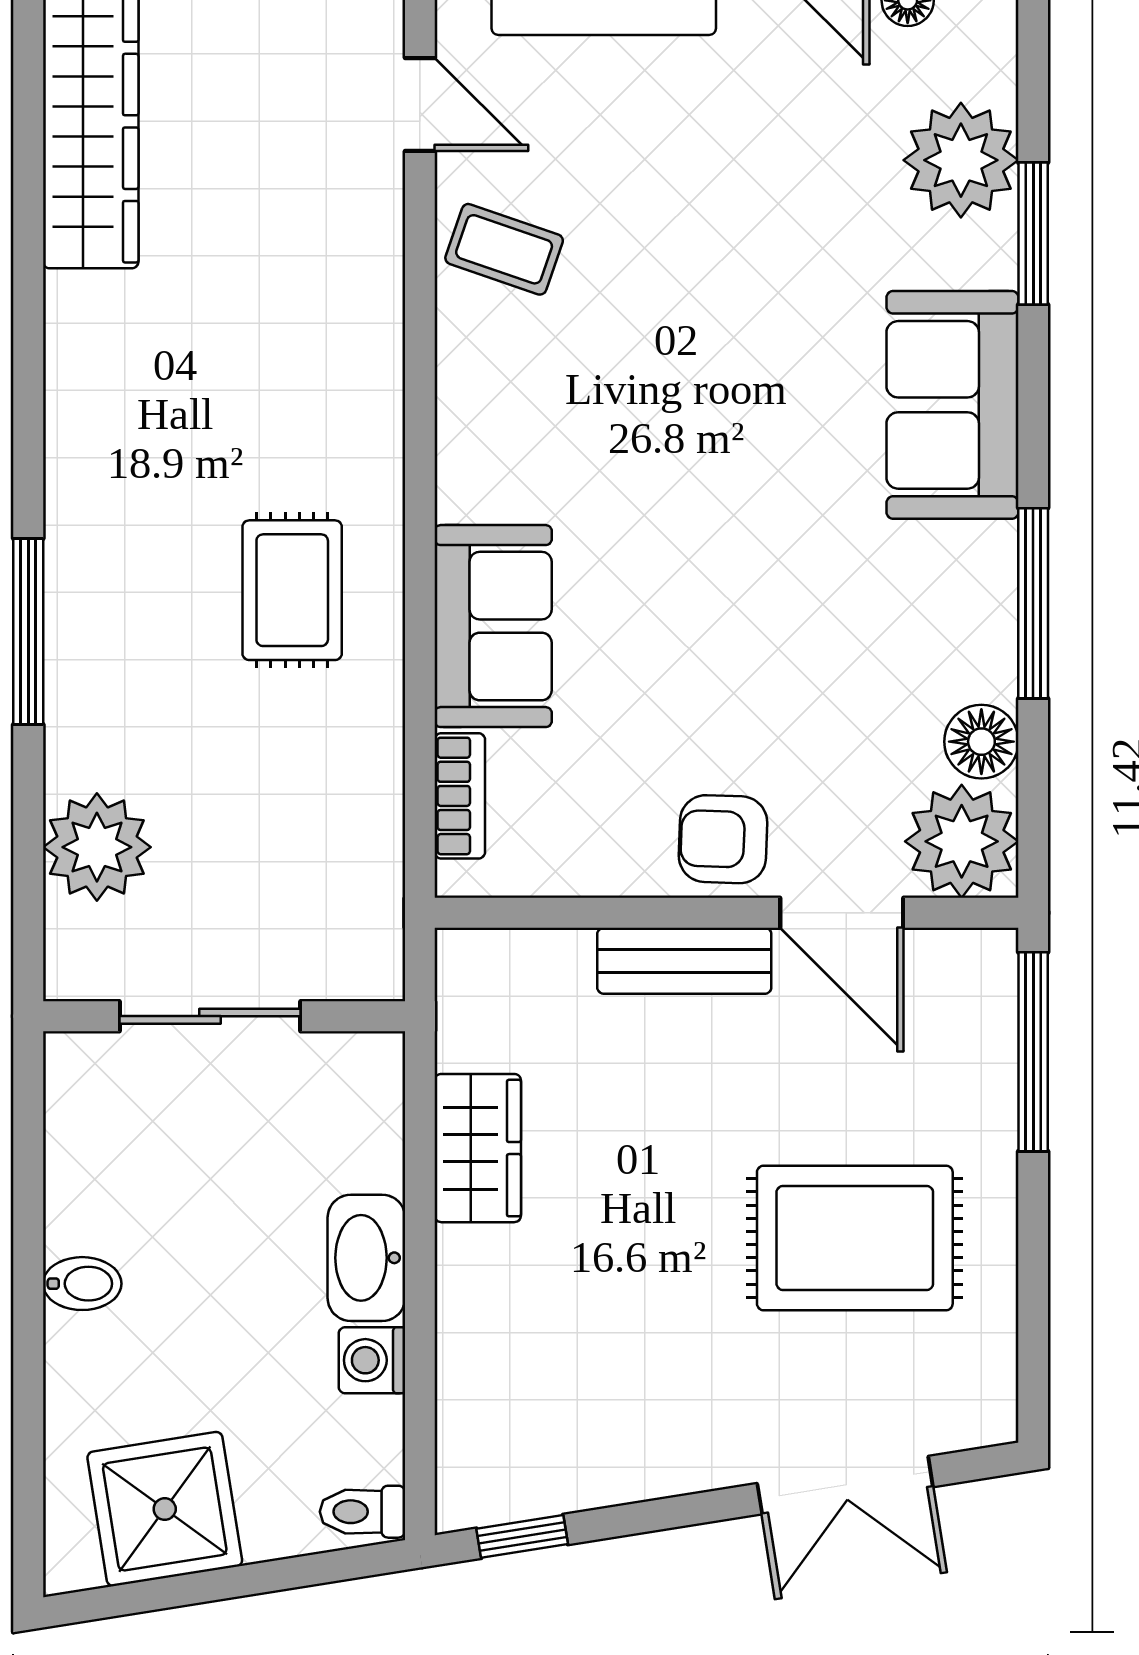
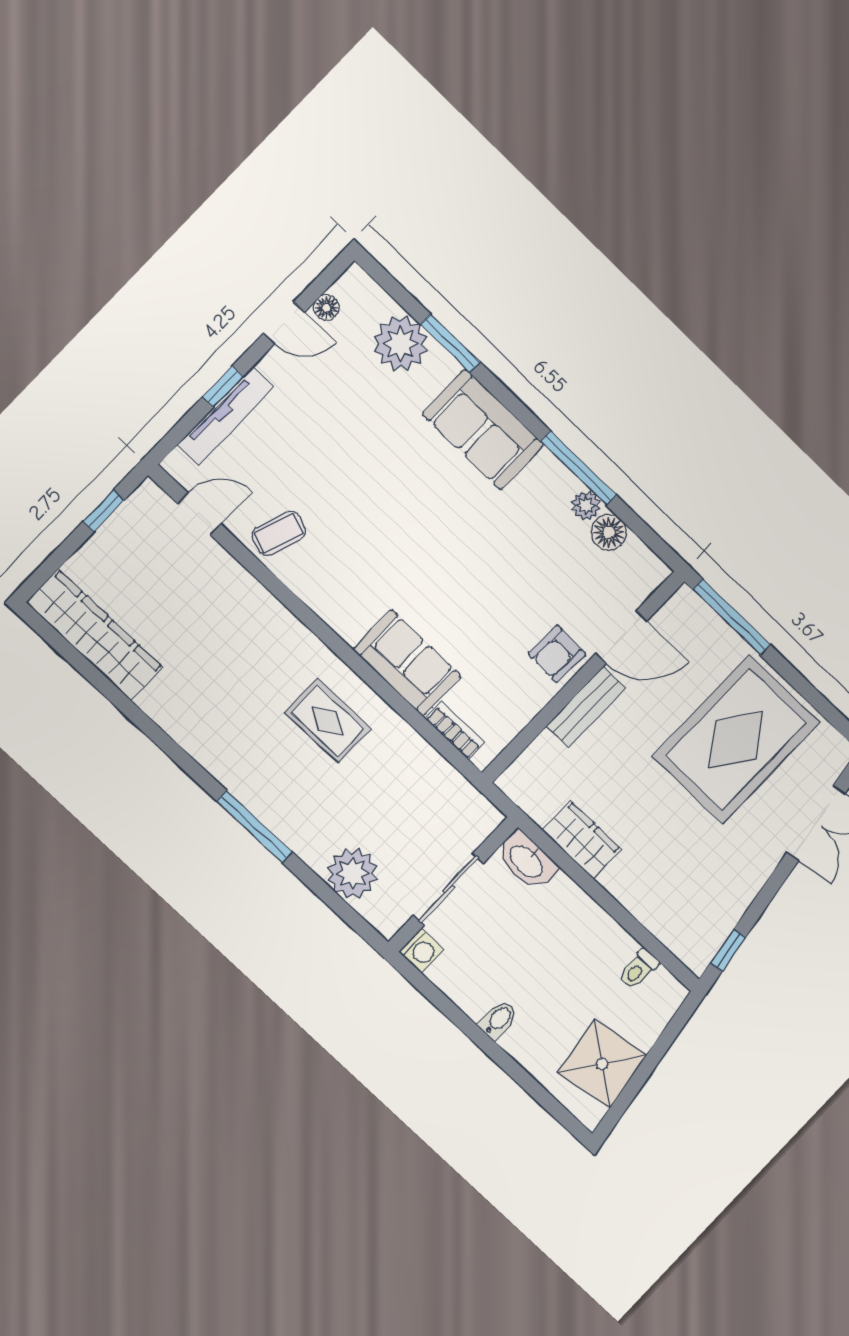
plant: (962, 841) -> (586, 505), moved, width x0.53, depth x0.53
rug: (855, 1238) -> (736, 739), width x1.37, depth x1.44
washbasin: (366, 1258) -> (527, 861), moved
washing machine: (372, 1360) -> (422, 950), moved, turned -90
toilet: (363, 1512) -> (638, 969), moved

